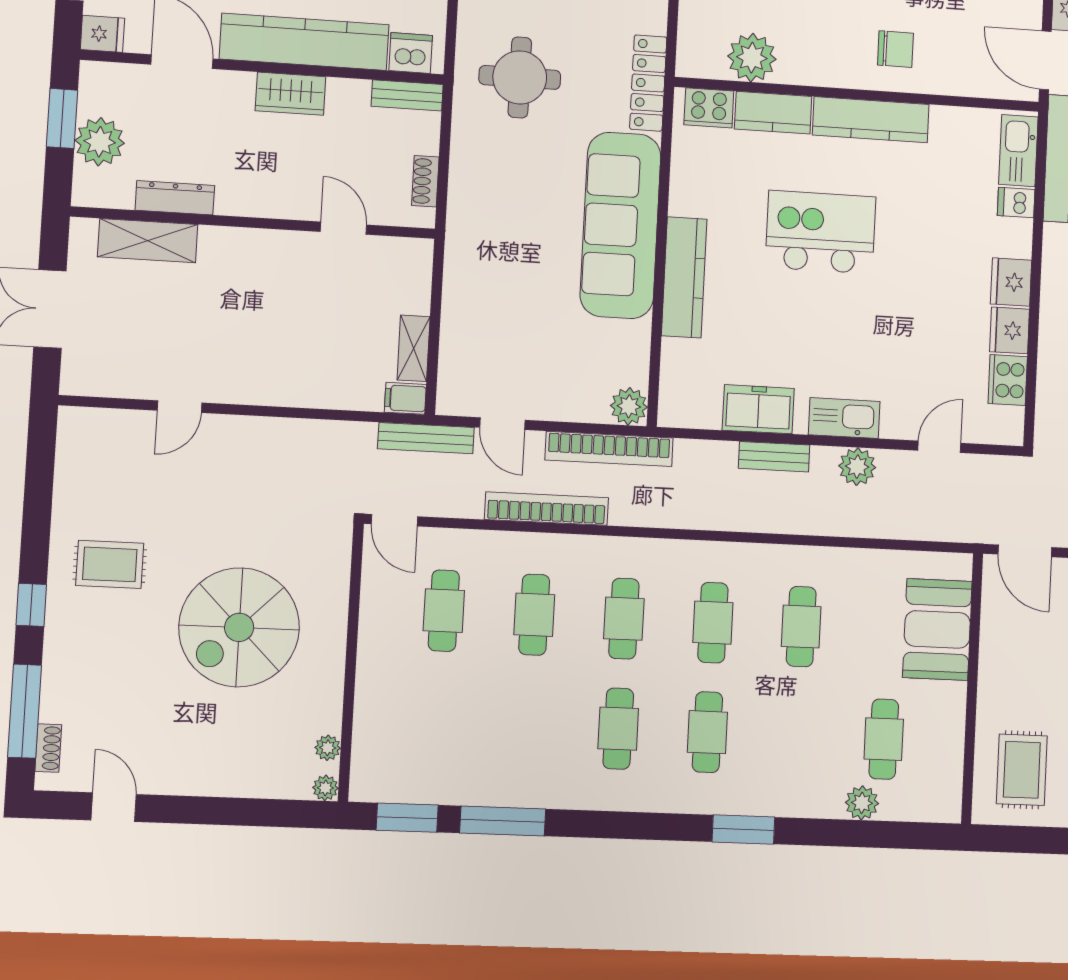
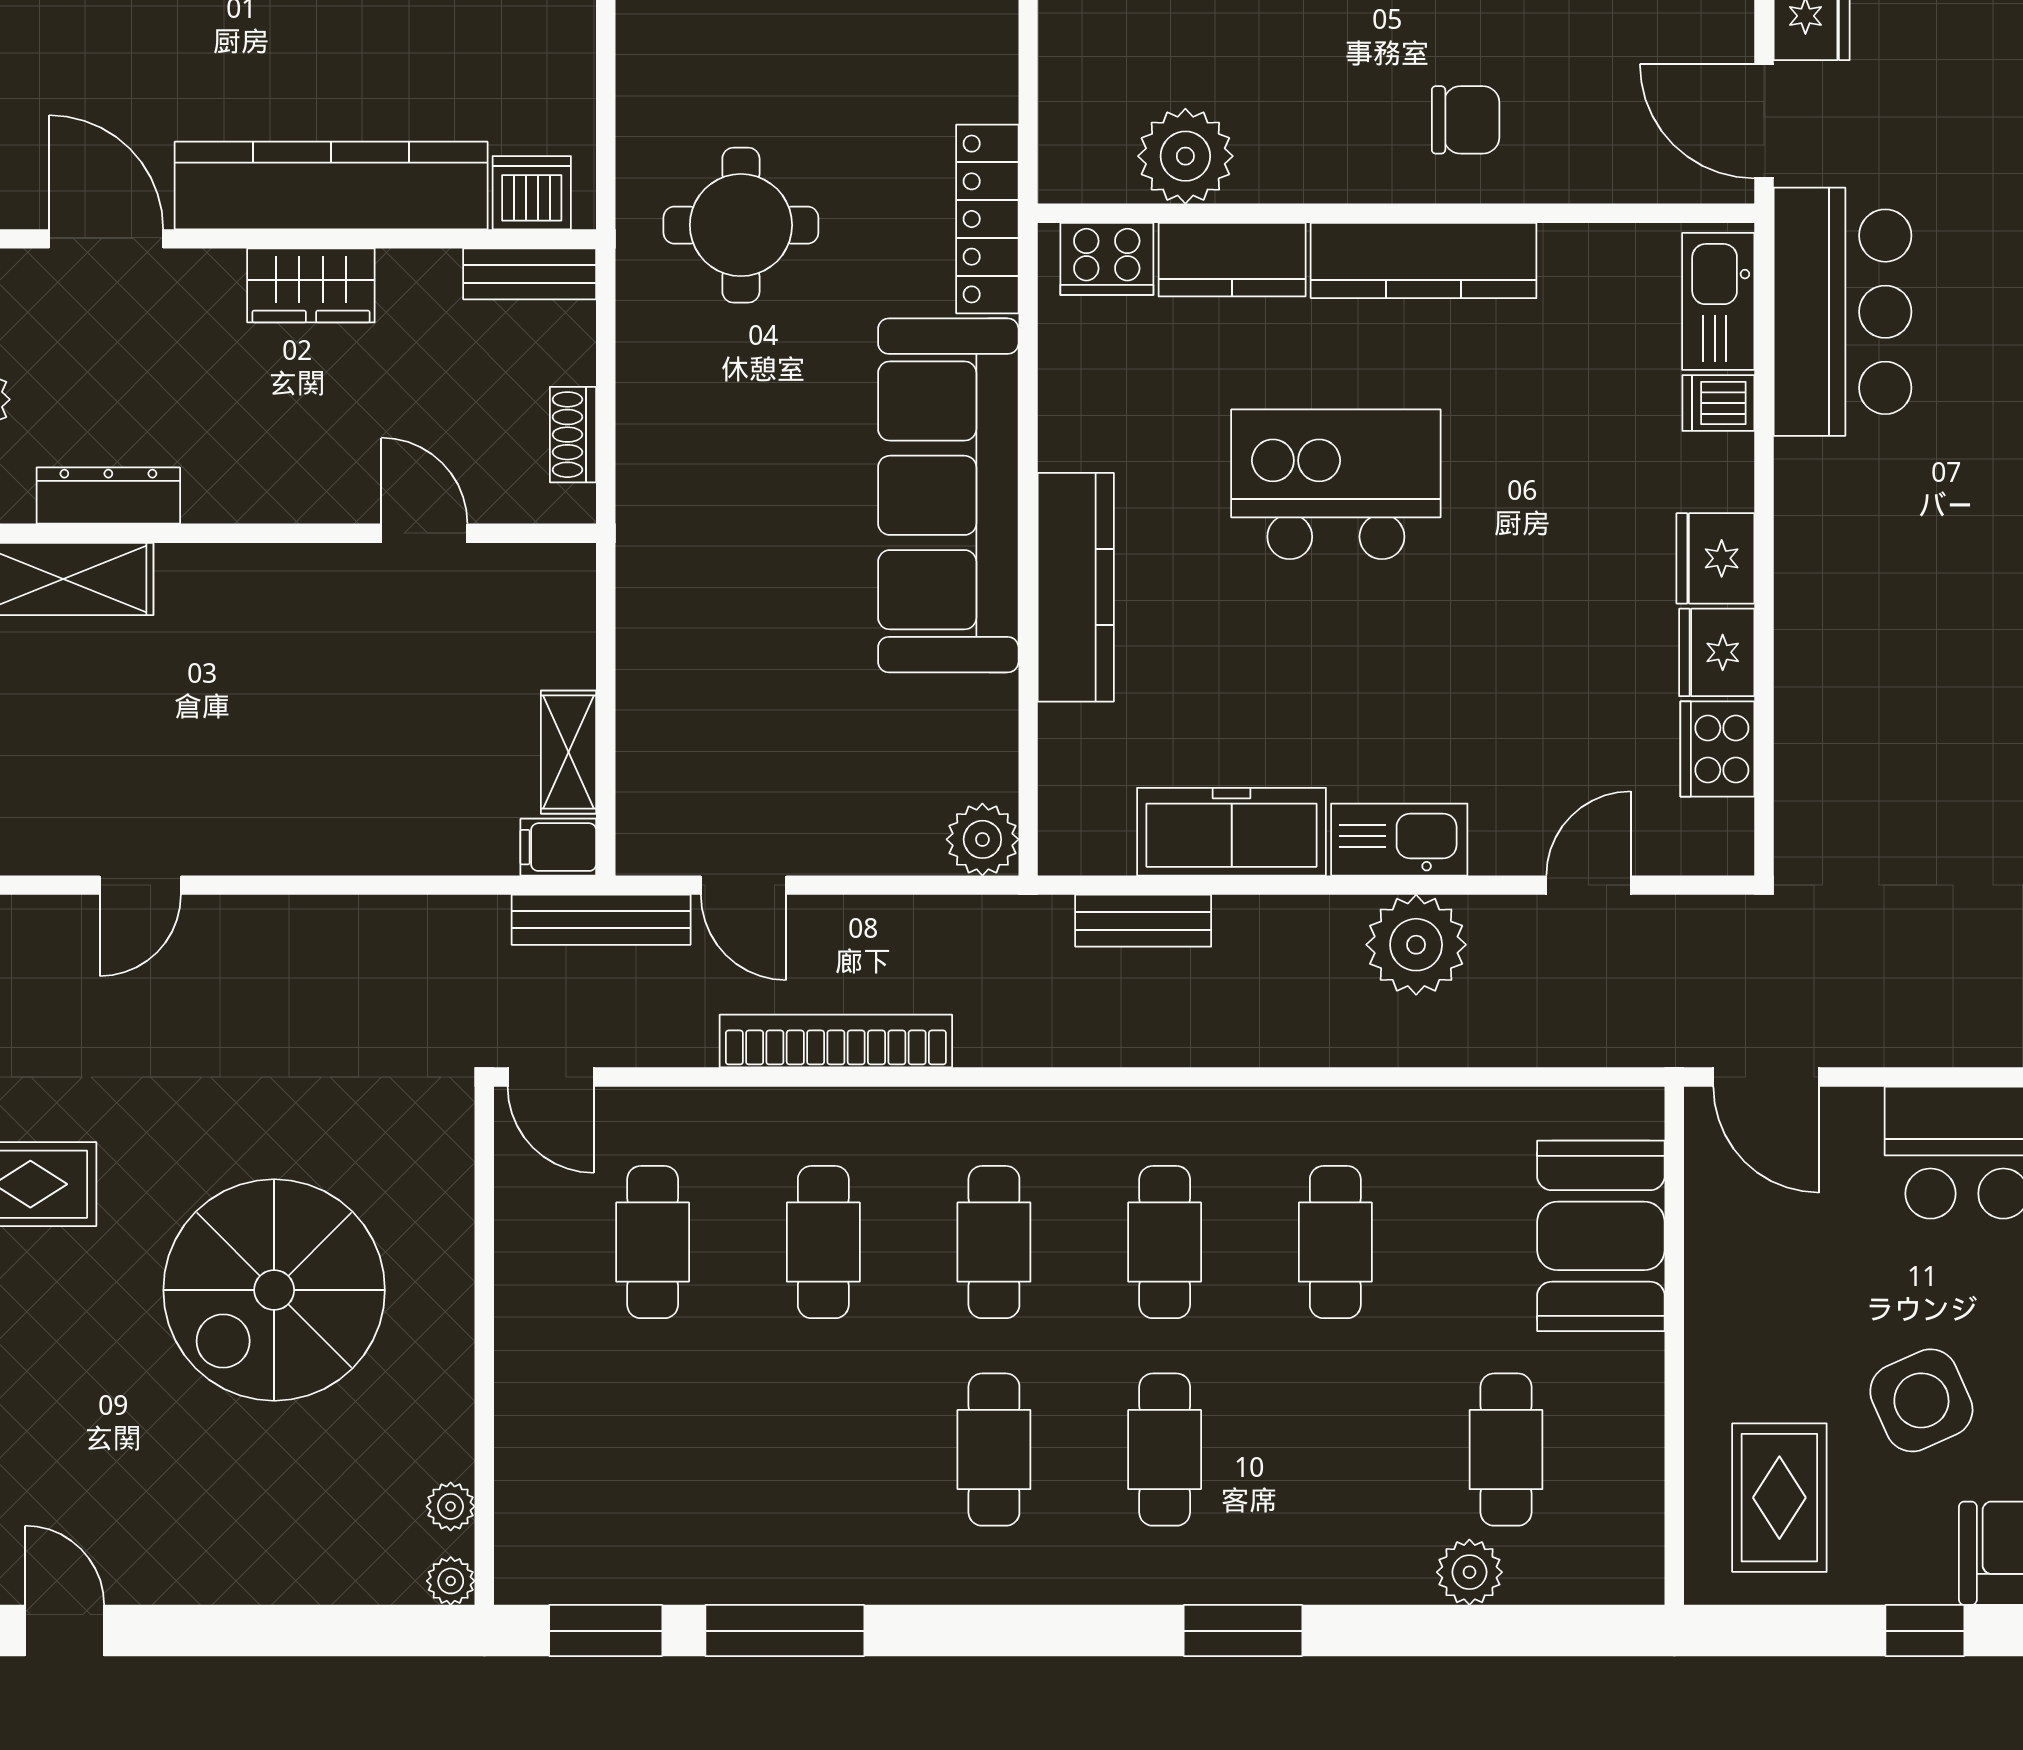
freezer: (758, 409) -> (1232, 832), width x1.40
bookcase: (609, 449) -> (949, 922), removed
bench: (774, 457) -> (1143, 921), moved
plant: (857, 467) -> (1416, 945), width x1.36, depth x1.36

